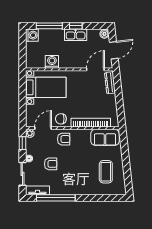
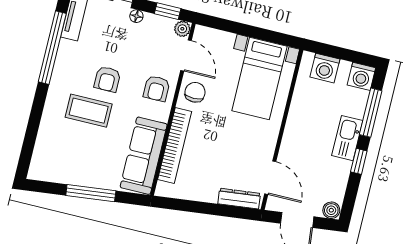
kitchen sink: (76, 35) -> (347, 138), moved
washing machine: (52, 62) -> (325, 68), moved, turned 90
sofa: (105, 137) -> (144, 156), width x1.36
window: (126, 160) -> (91, 193), added
armchair: (51, 164) -> (107, 79), moved
coffee table: (106, 172) -> (89, 111), moved

